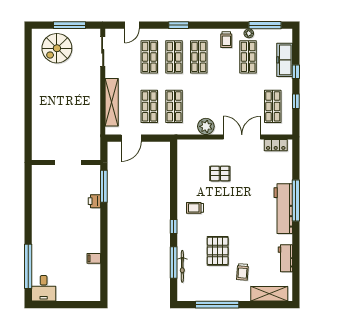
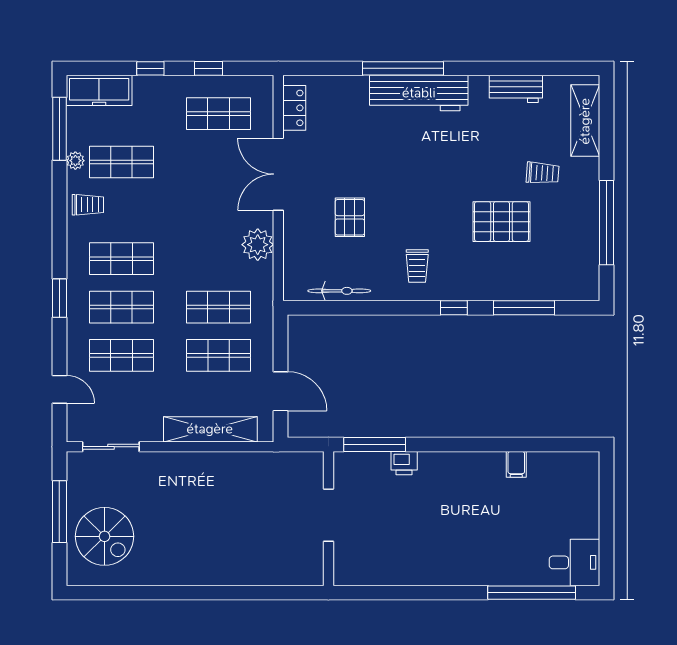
freezer: (285, 60) -> (99, 90), moved
bicycle: (182, 266) -> (339, 291), moved

